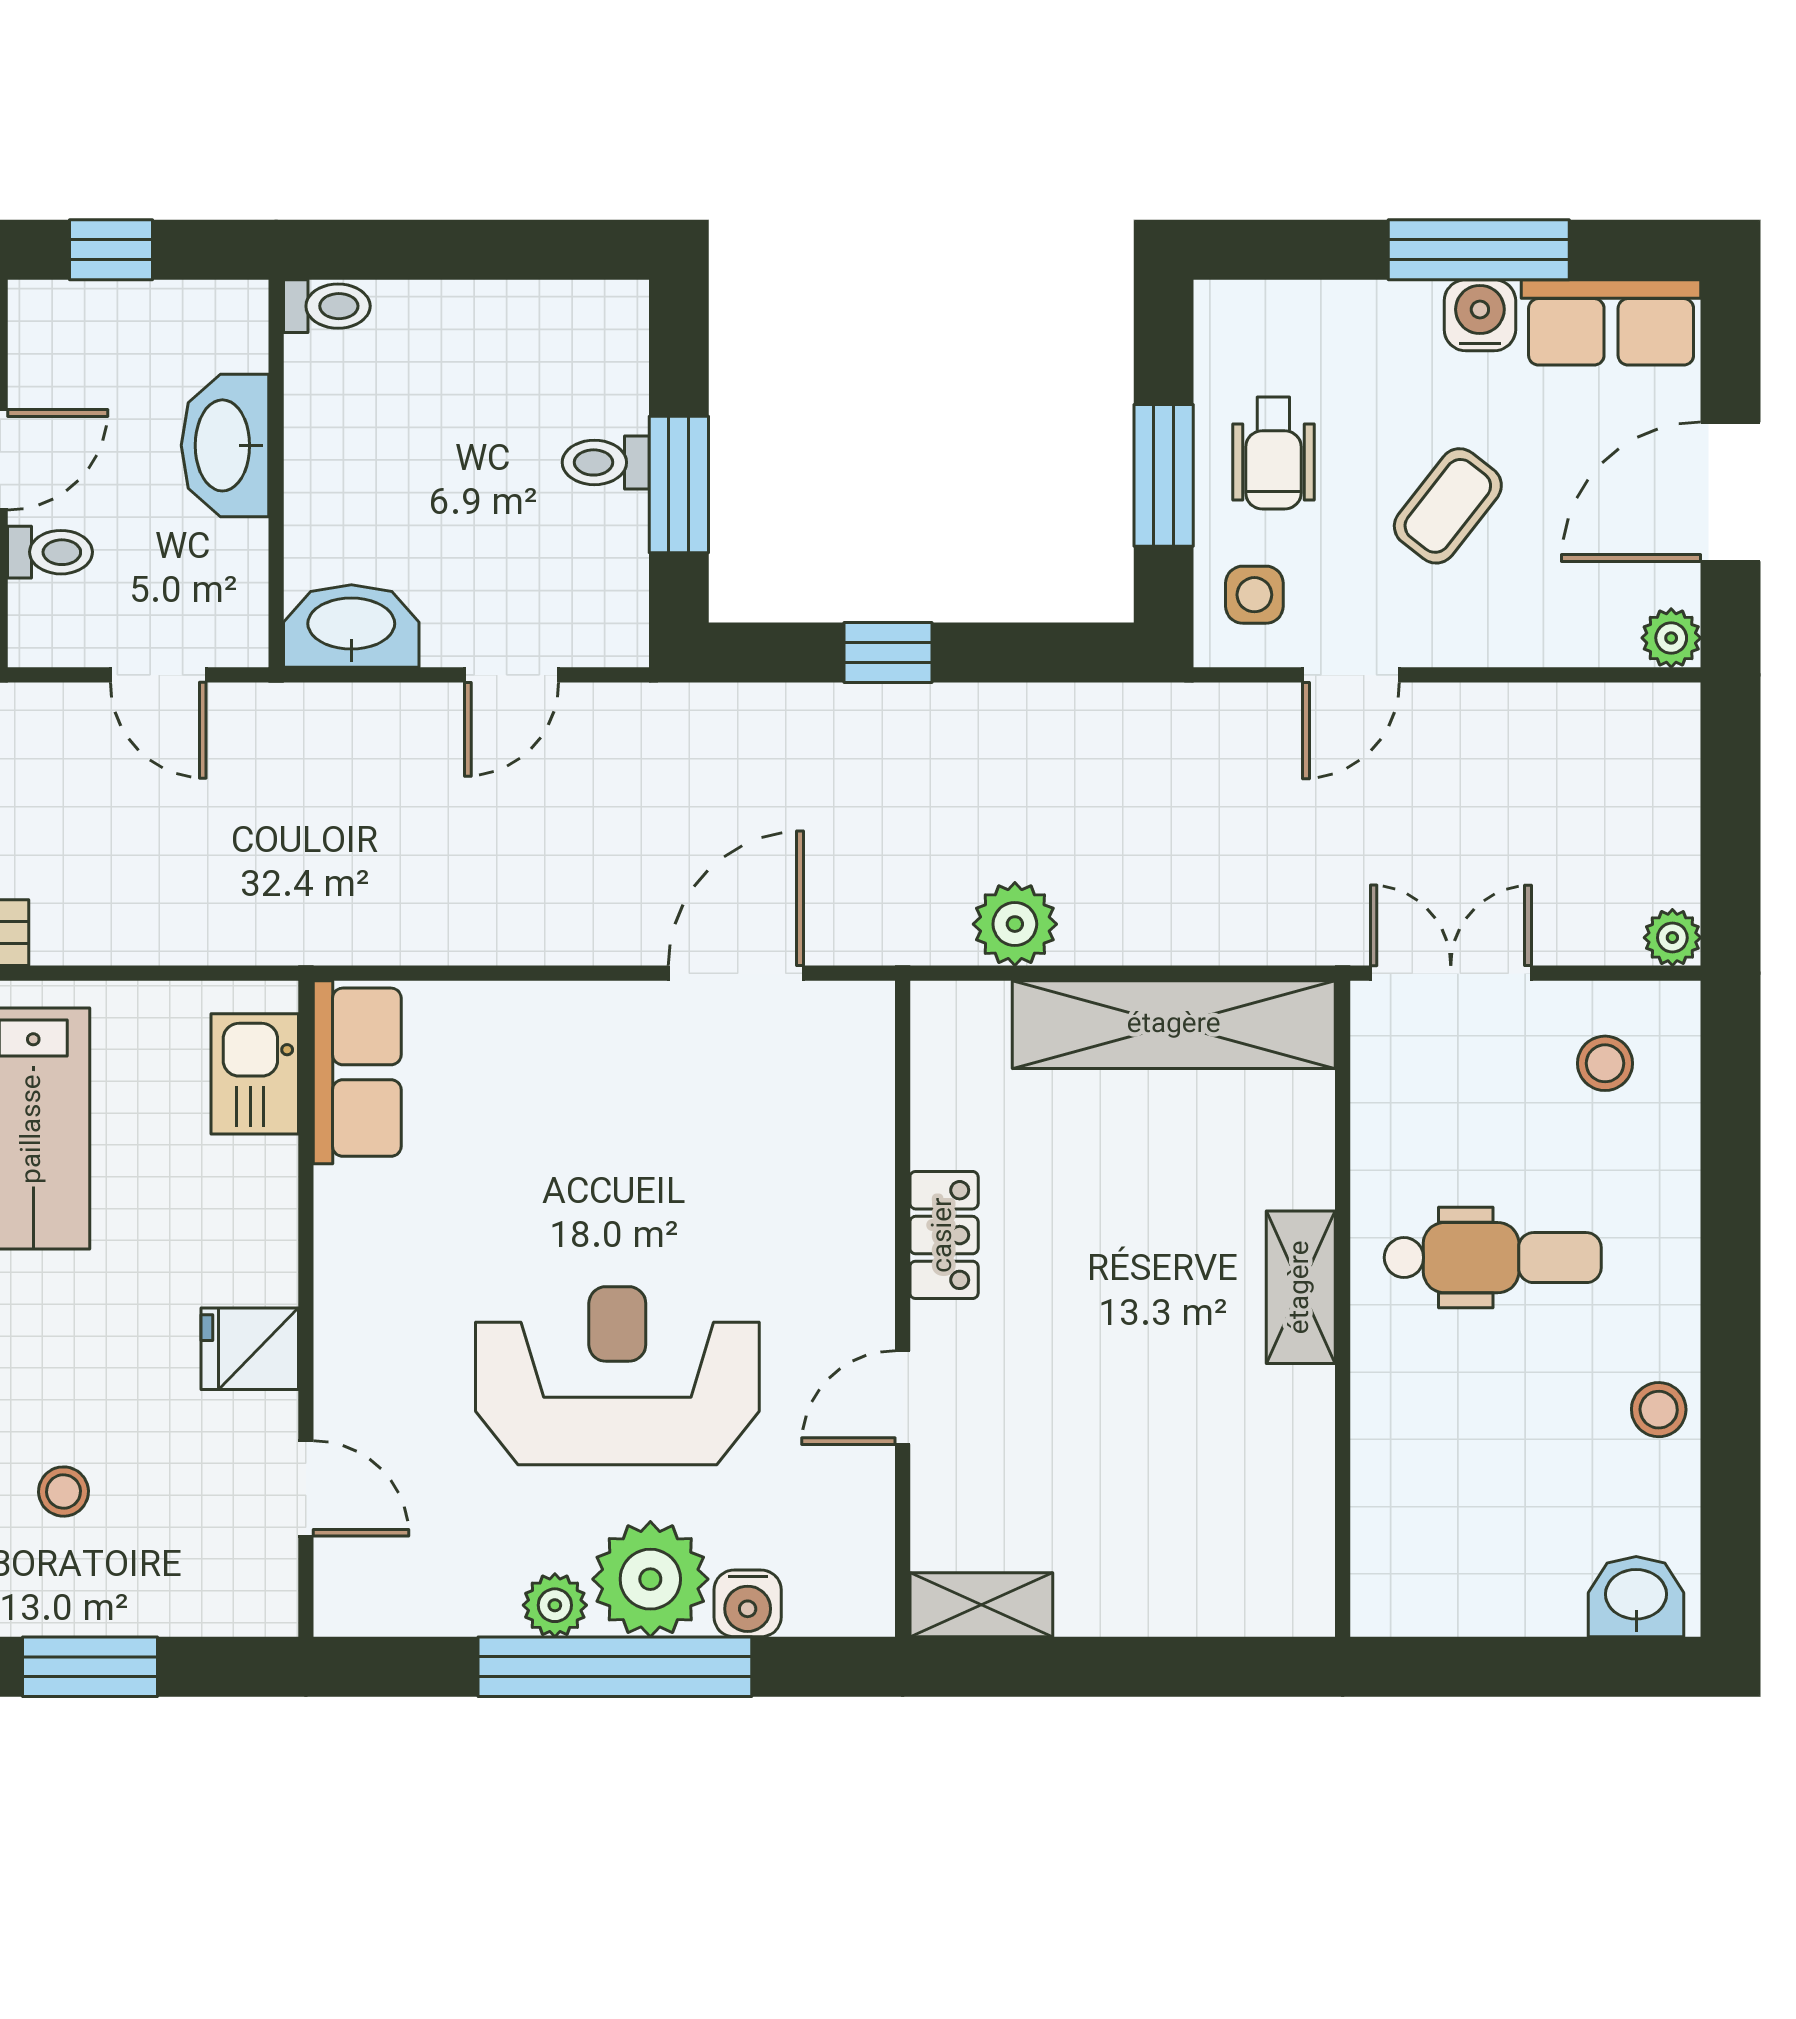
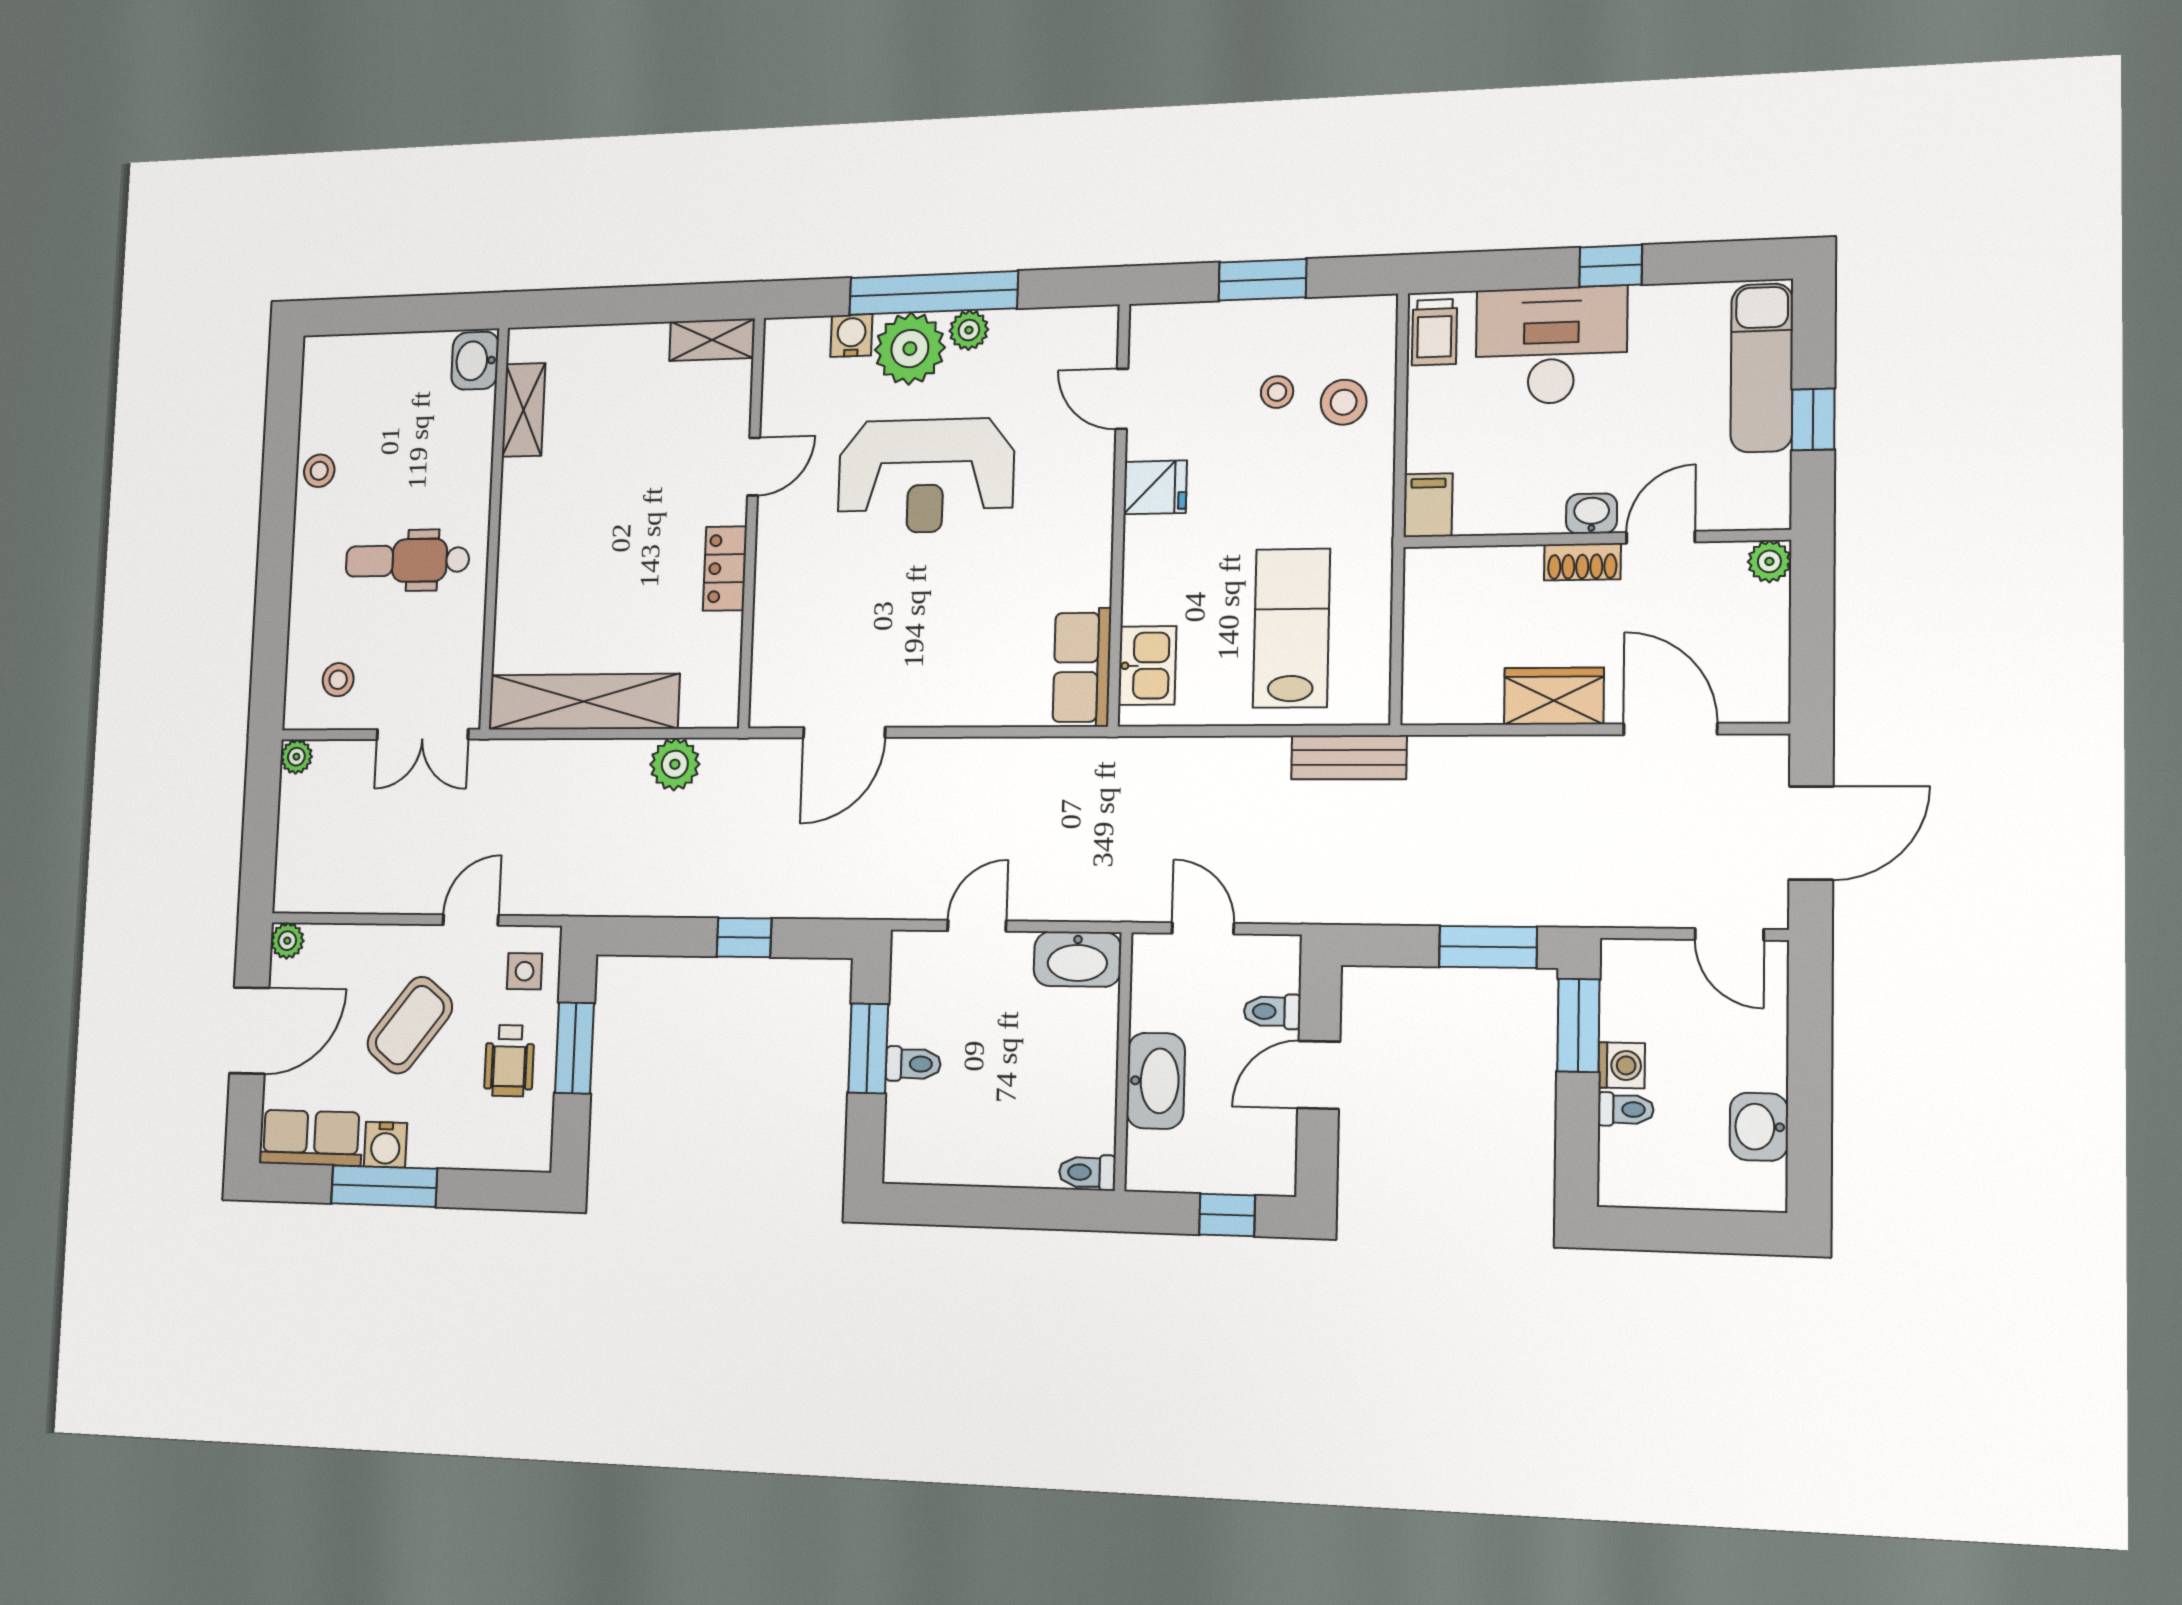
wheelchair: (1273, 453) -> (509, 1061), turned 180
coffee table: (1448, 506) -> (410, 1025), width x1.36, depth x1.30
shelving: (1301, 1287) -> (524, 410), moved
washbasin: (1636, 1597) -> (475, 361), moved, turned 90

